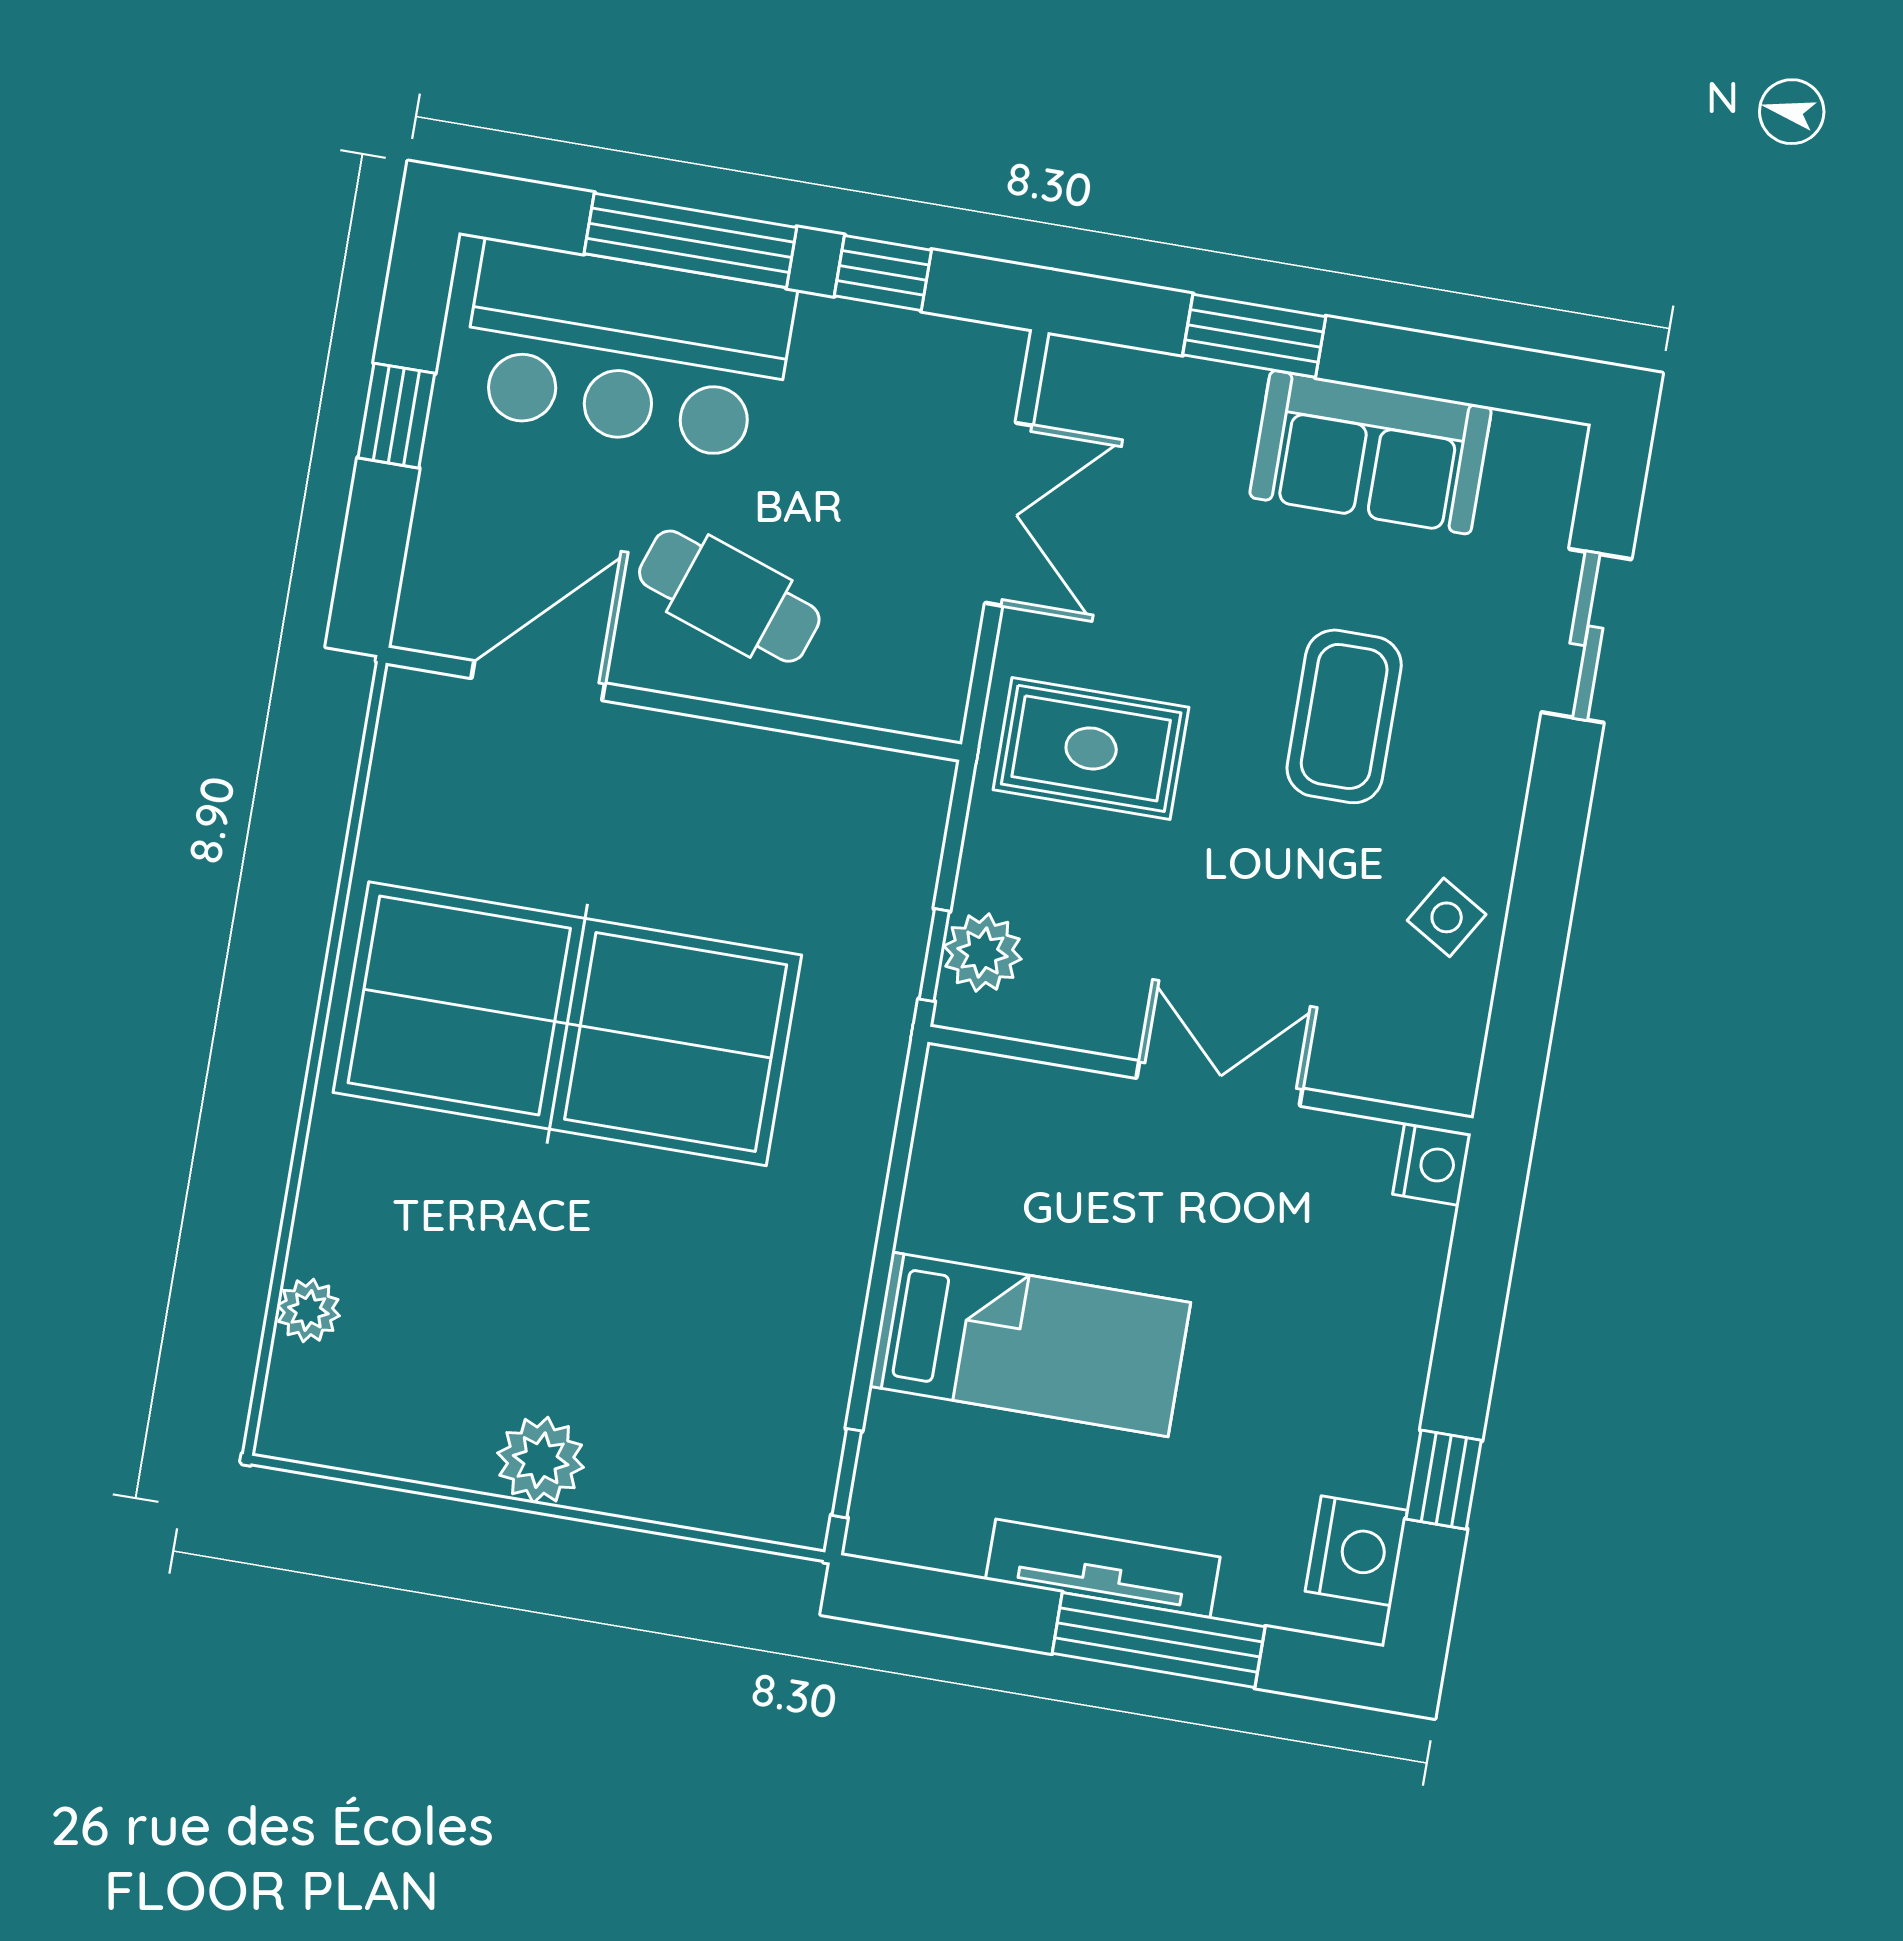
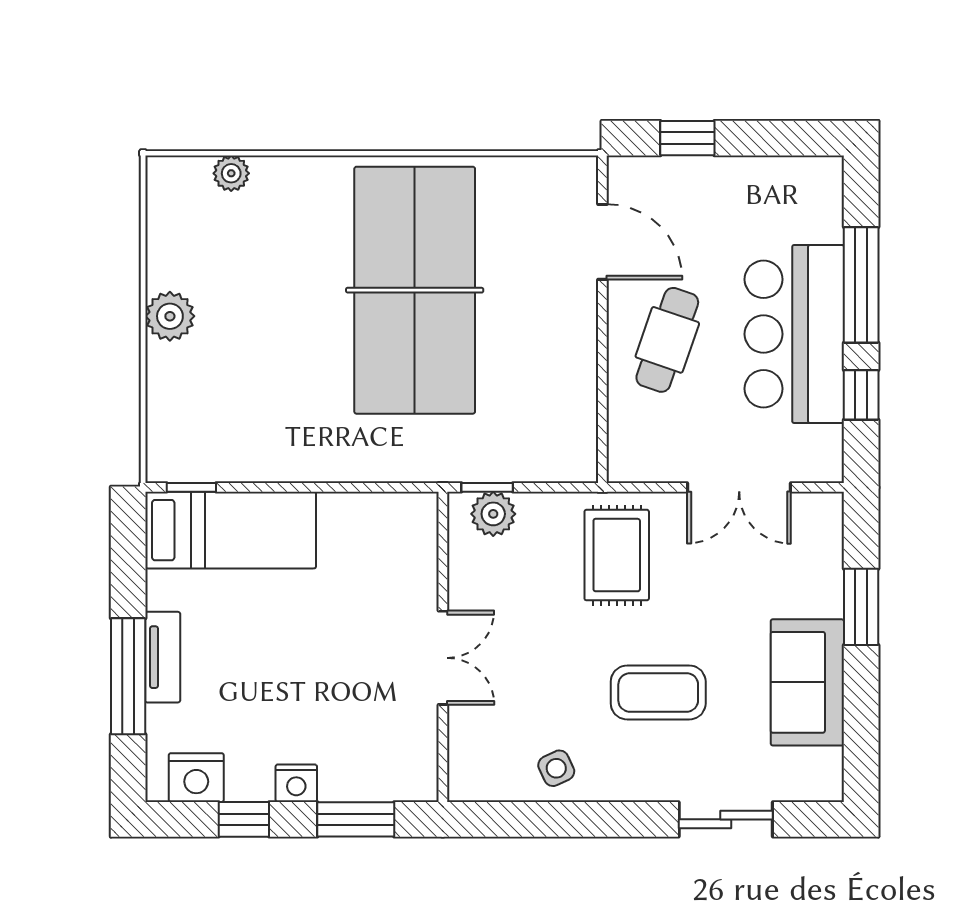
bar counter: (627, 350) -> (794, 334), moved
window: (396, 416) -> (687, 138), moved
side table: (1447, 917) -> (556, 768), turned 34
nightstand: (1432, 1164) -> (296, 783), moved
window: (1477, 1284) -> (356, 819), added
bed: (1030, 1344) -> (231, 530), moved, turned -90
tv unit: (1103, 1568) -> (163, 657), width x0.71

